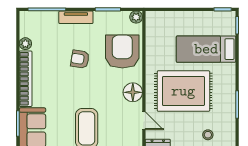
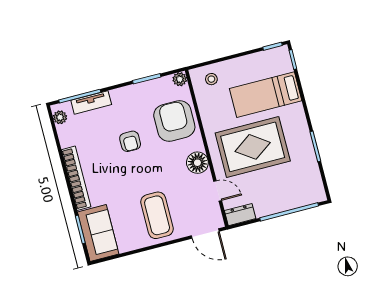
tv unit: (76, 17) -> (91, 102), moved
plant: (25, 44) -> (60, 117), moved
armchair: (80, 59) -> (130, 141), turned -99
stool: (208, 135) -> (211, 79), moved

